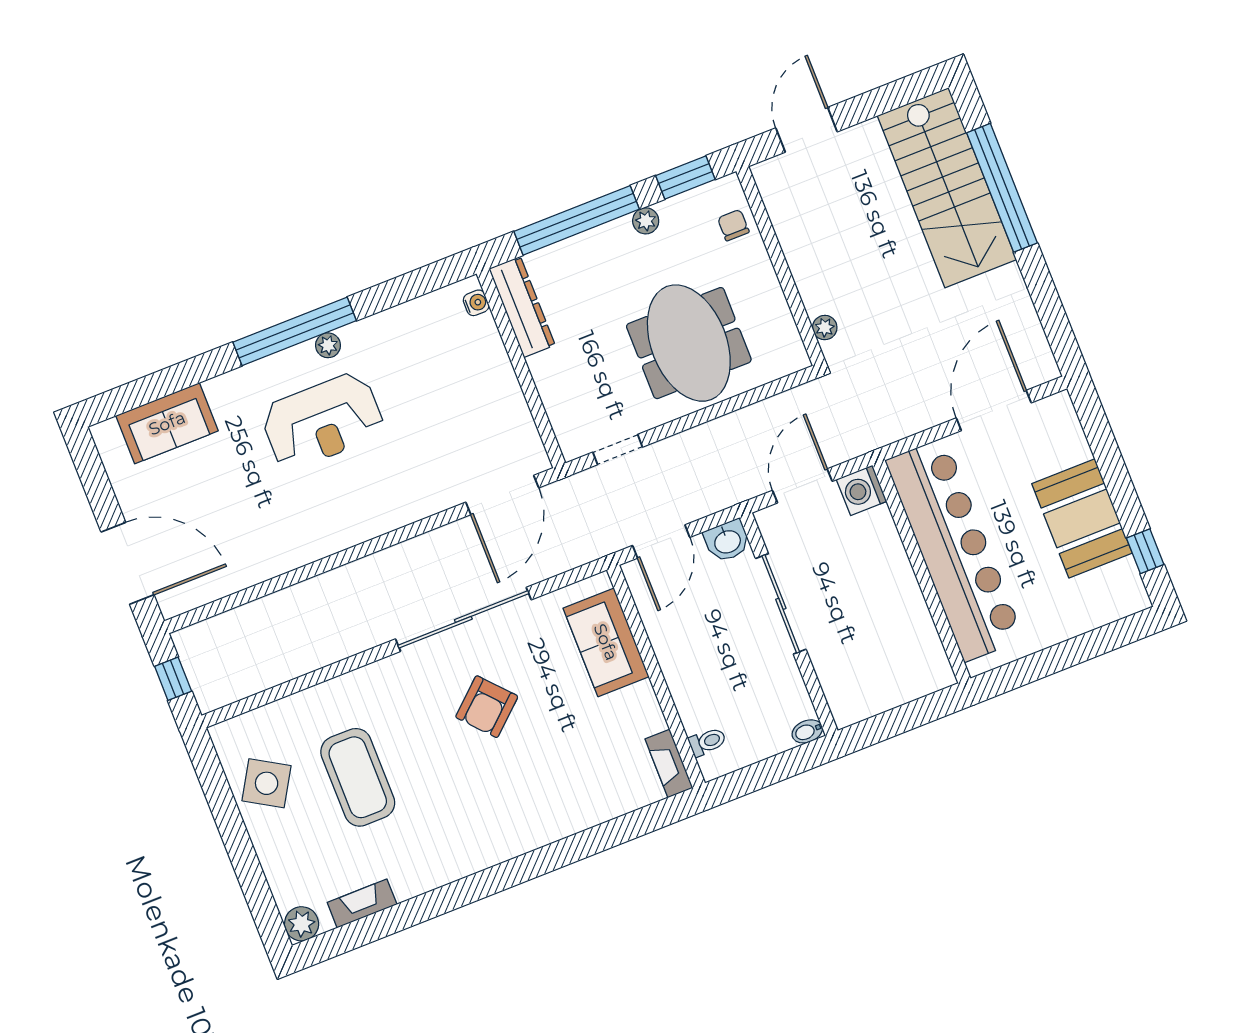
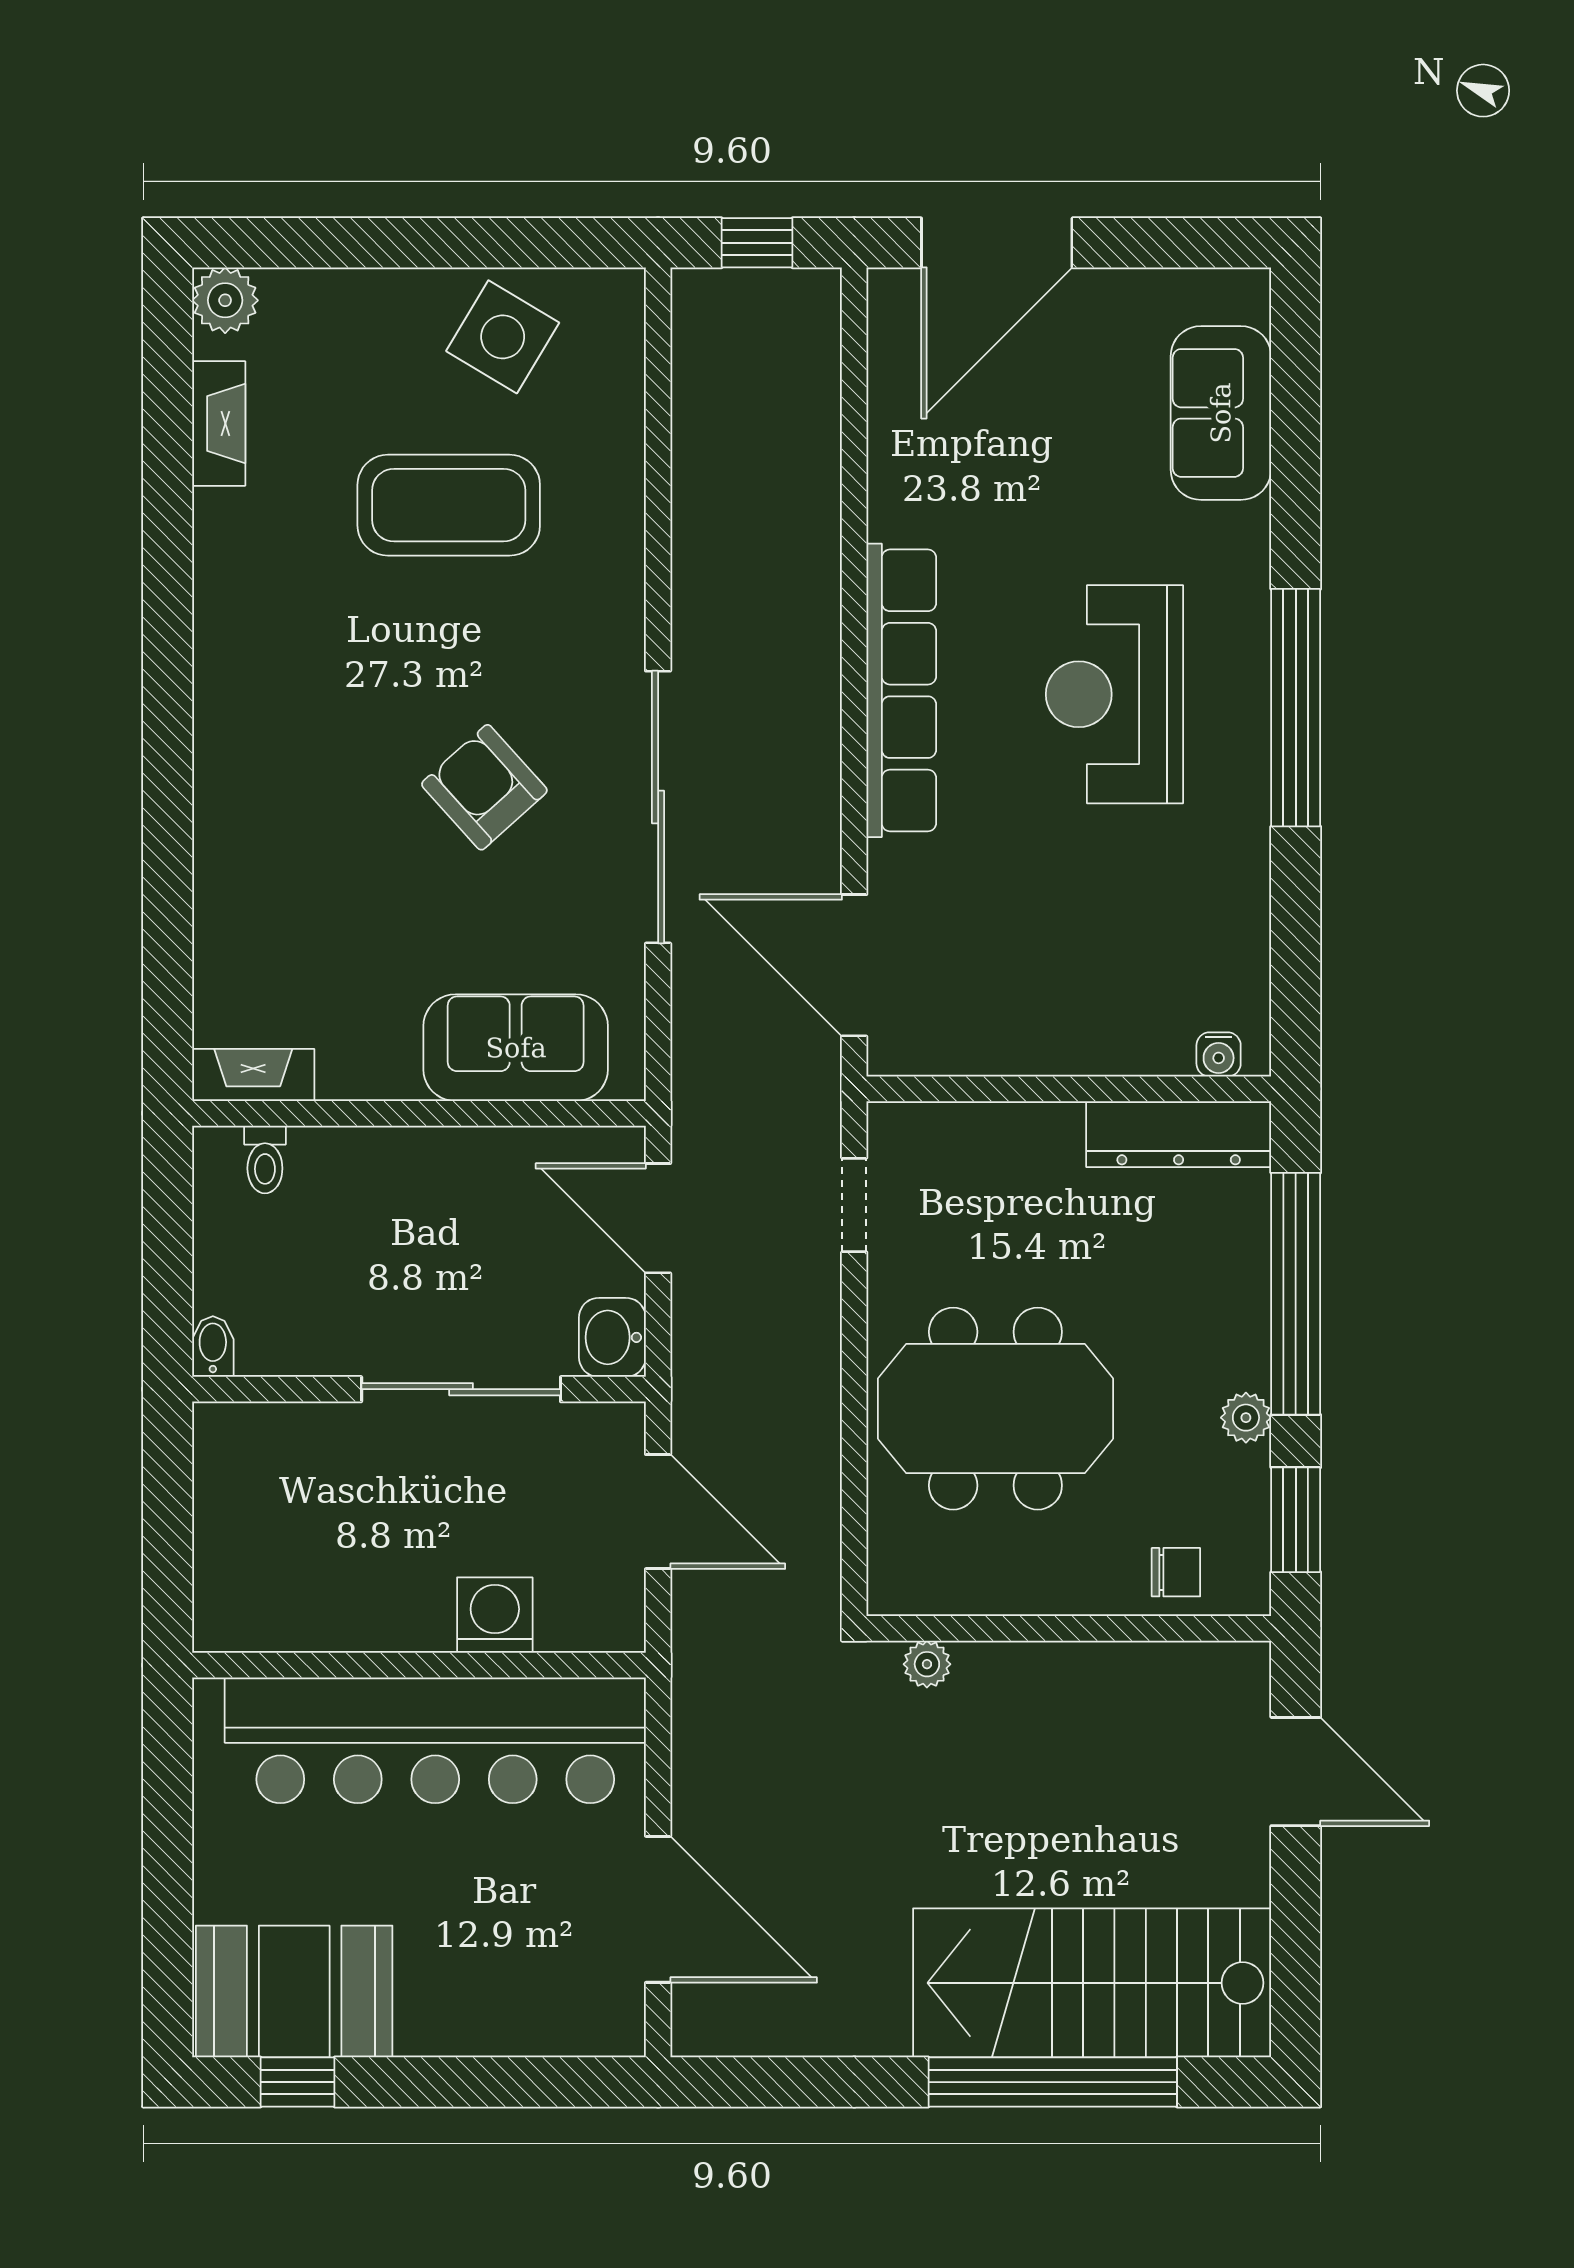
plant: (328, 345) -> (1247, 758), removed
washing machine: (862, 490) -> (495, 1615), moved
booth: (1082, 518) -> (294, 1992), moved
row of seats: (361, 524) -> (901, 690), added

